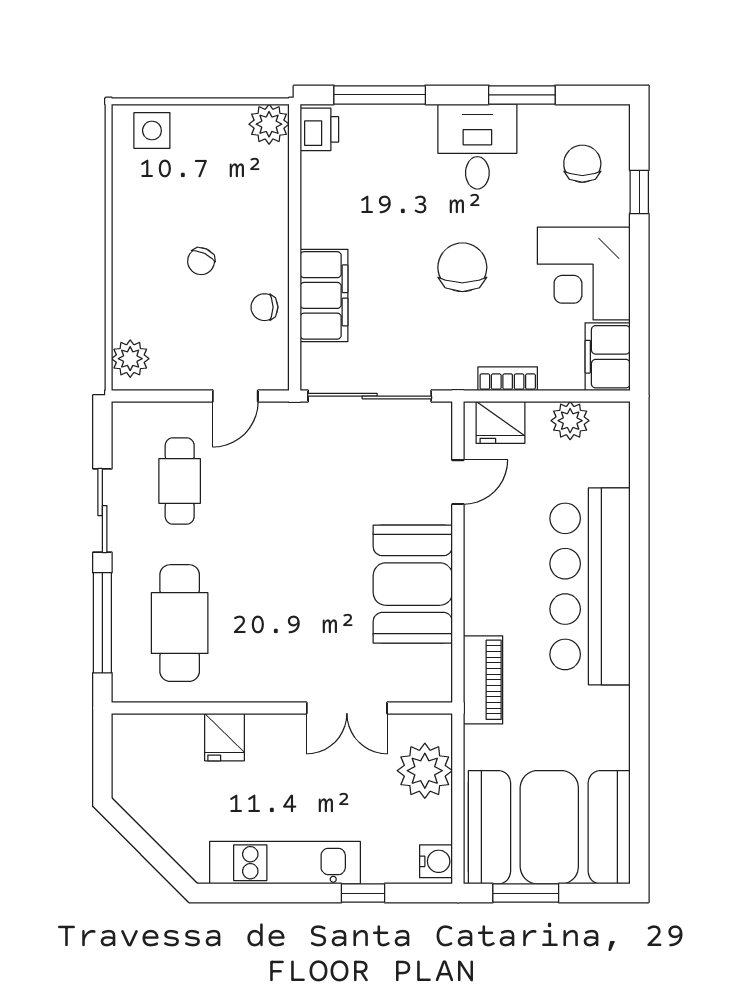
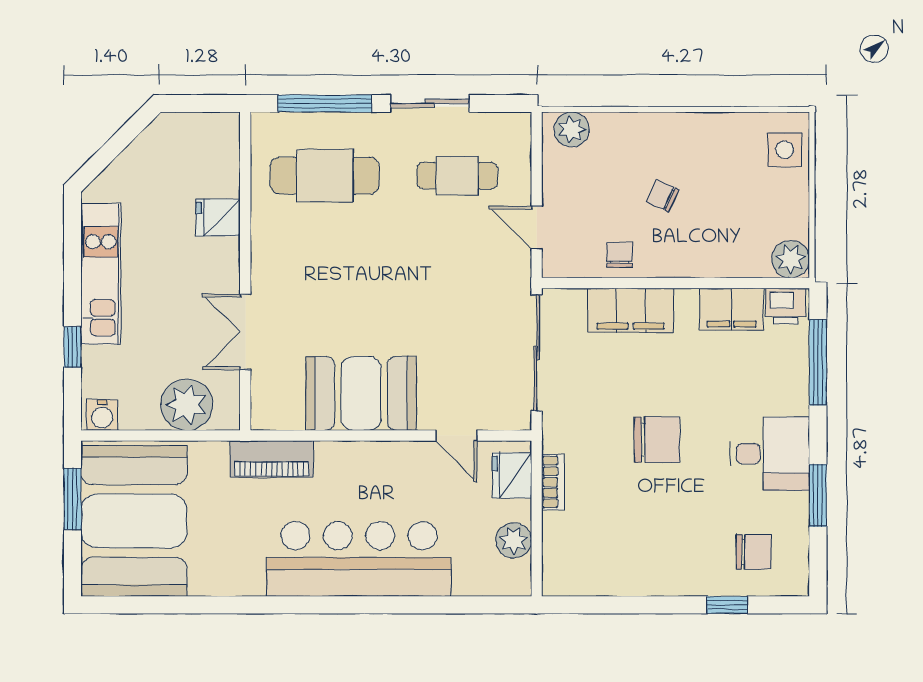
corner desk: (584, 274) -> (651, 553), removed
filing cabinet: (608, 357) -> (732, 309), moved, turned 180

